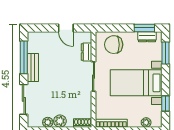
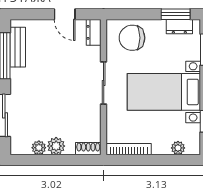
dresser: (87, 52) -> (94, 32), moved
bench: (33, 67) -> (18, 47), moved

